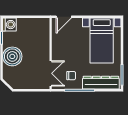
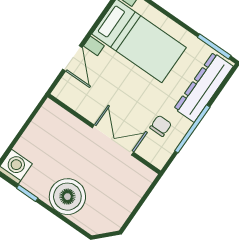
door: (64, 17) -> (72, 58), moved
double door: (51, 73) -> (113, 140), moved

